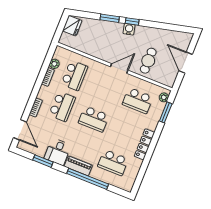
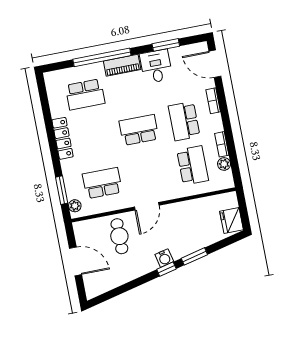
school desk: (74, 75) -> (193, 165), turned 180
school desk: (113, 163) -> (85, 94), turned 180

